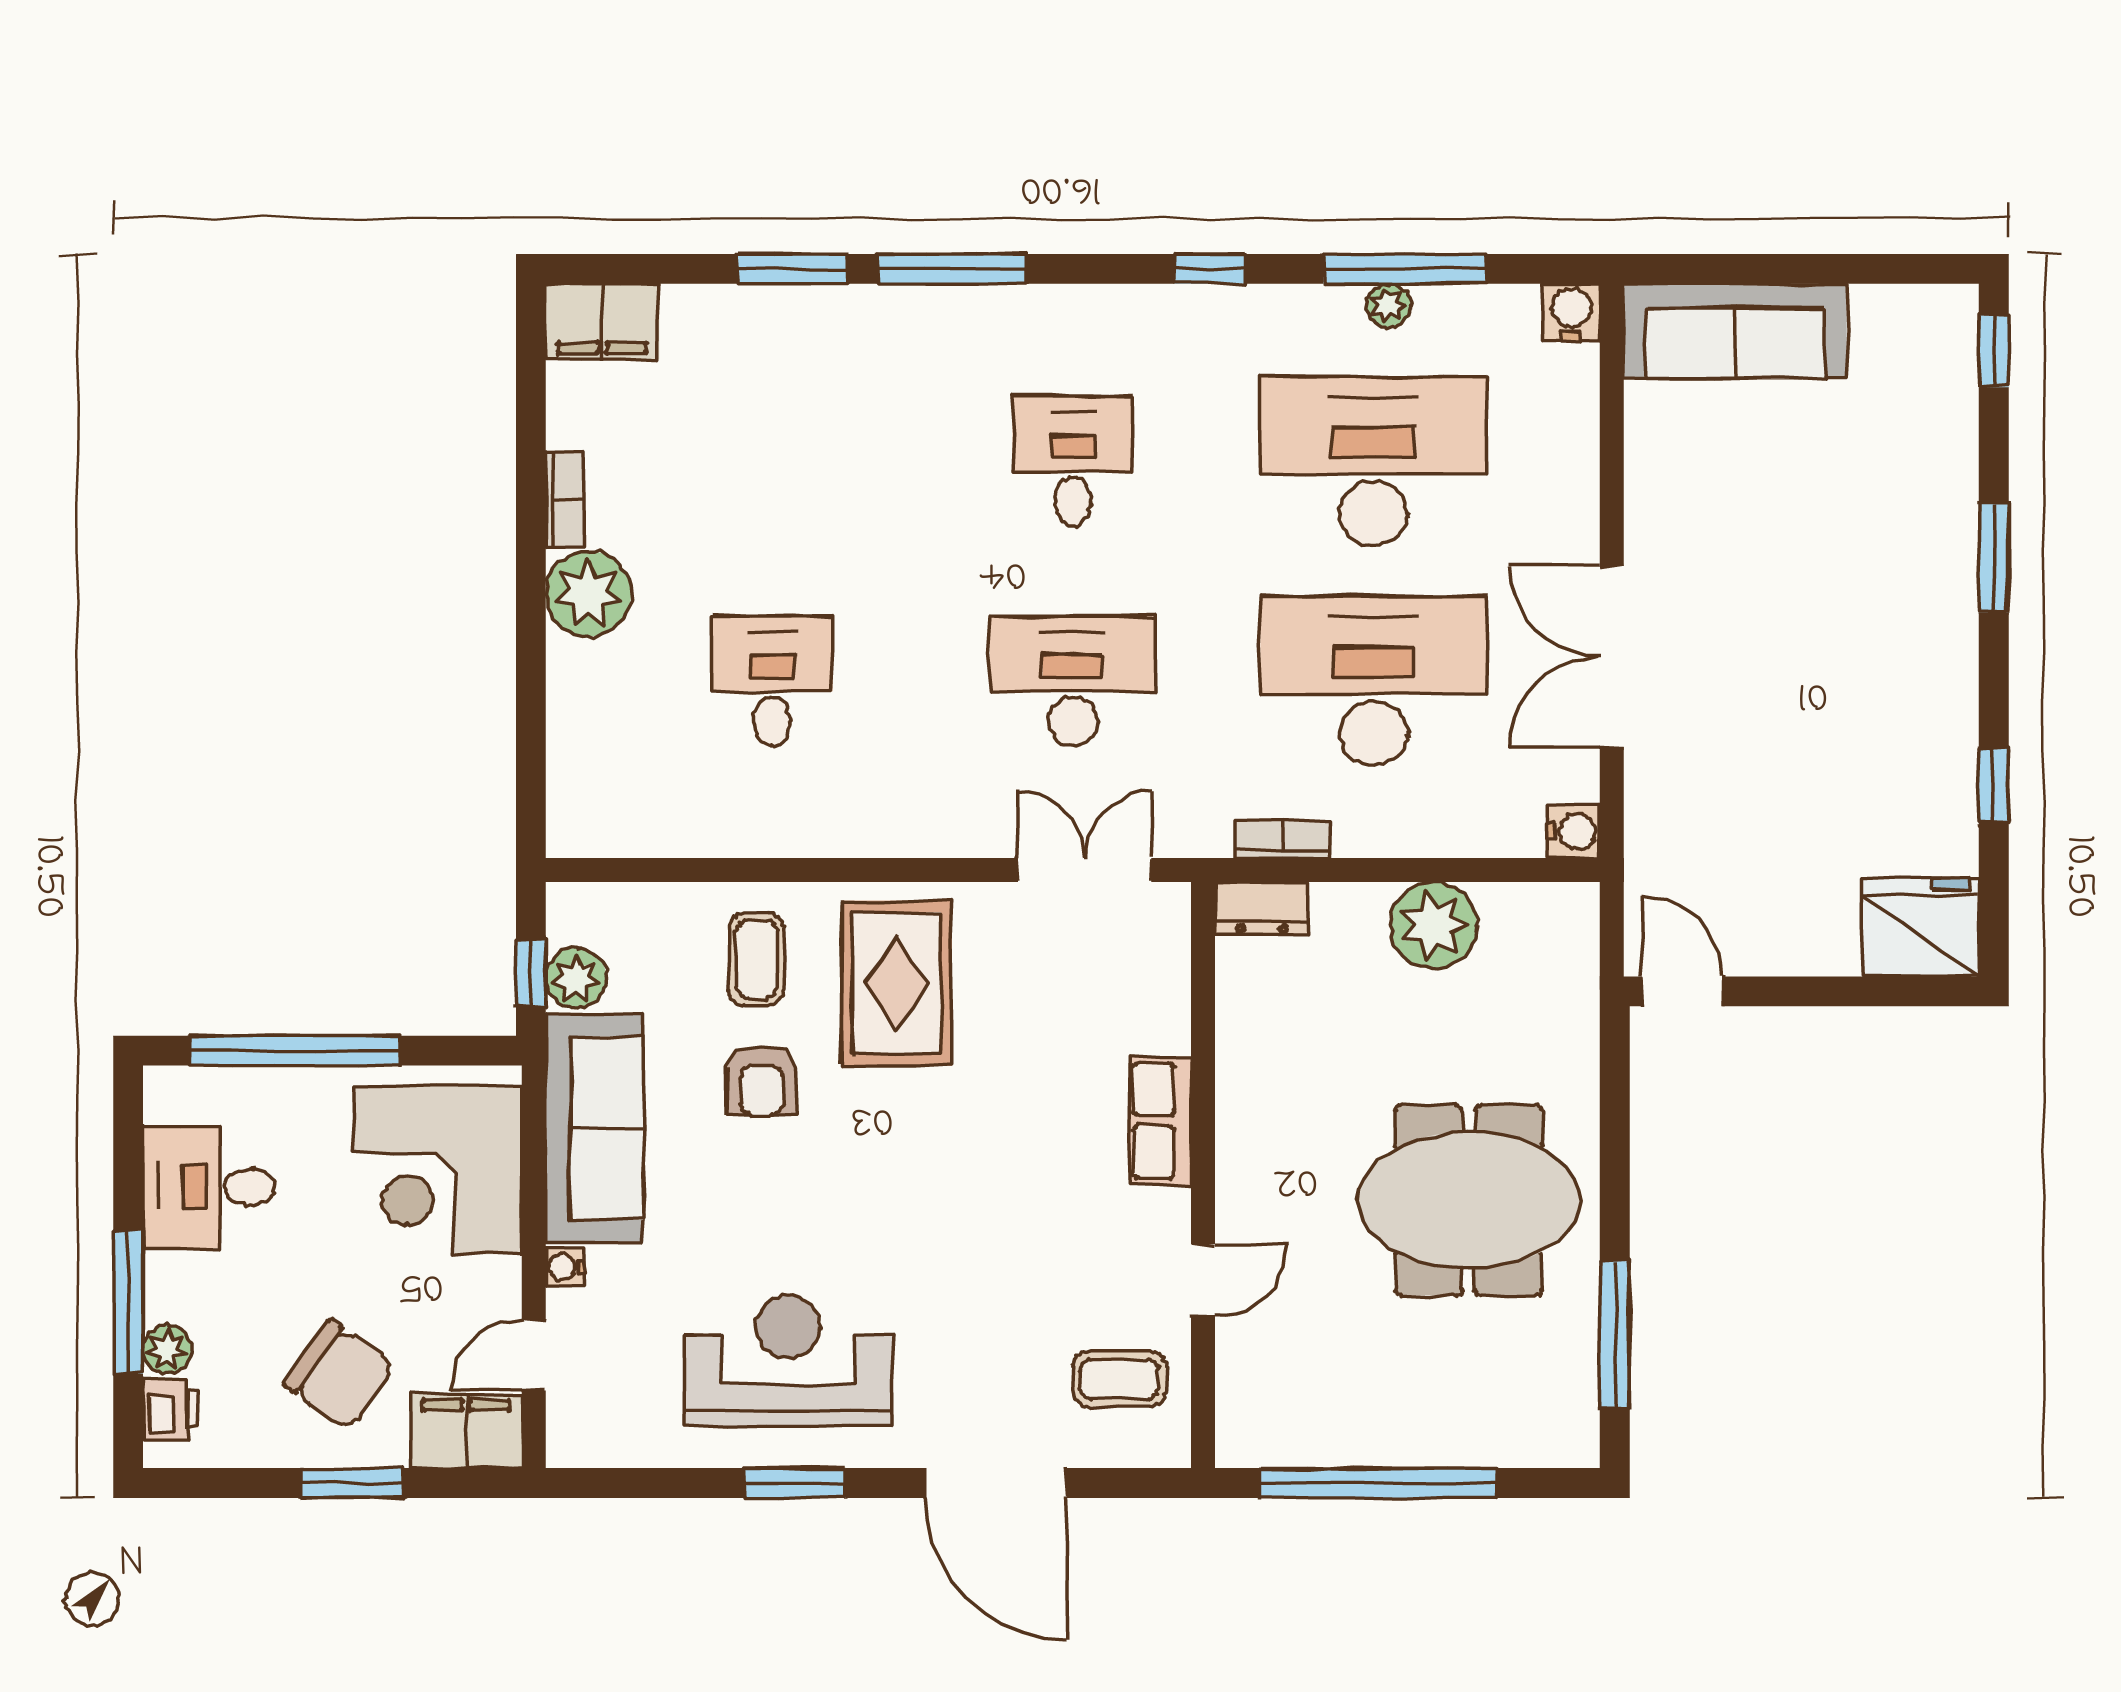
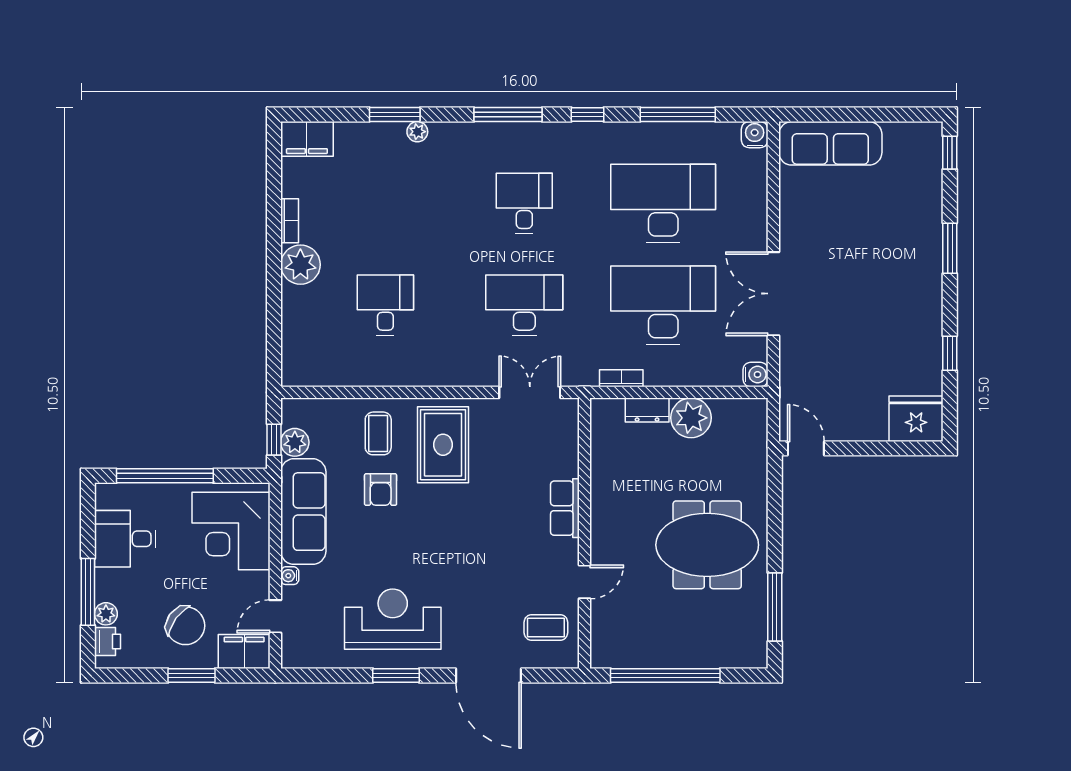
window: (952, 269) -> (508, 115), moved
plant: (1388, 306) -> (417, 132), moved
dresser: (1262, 908) -> (647, 410), moved

